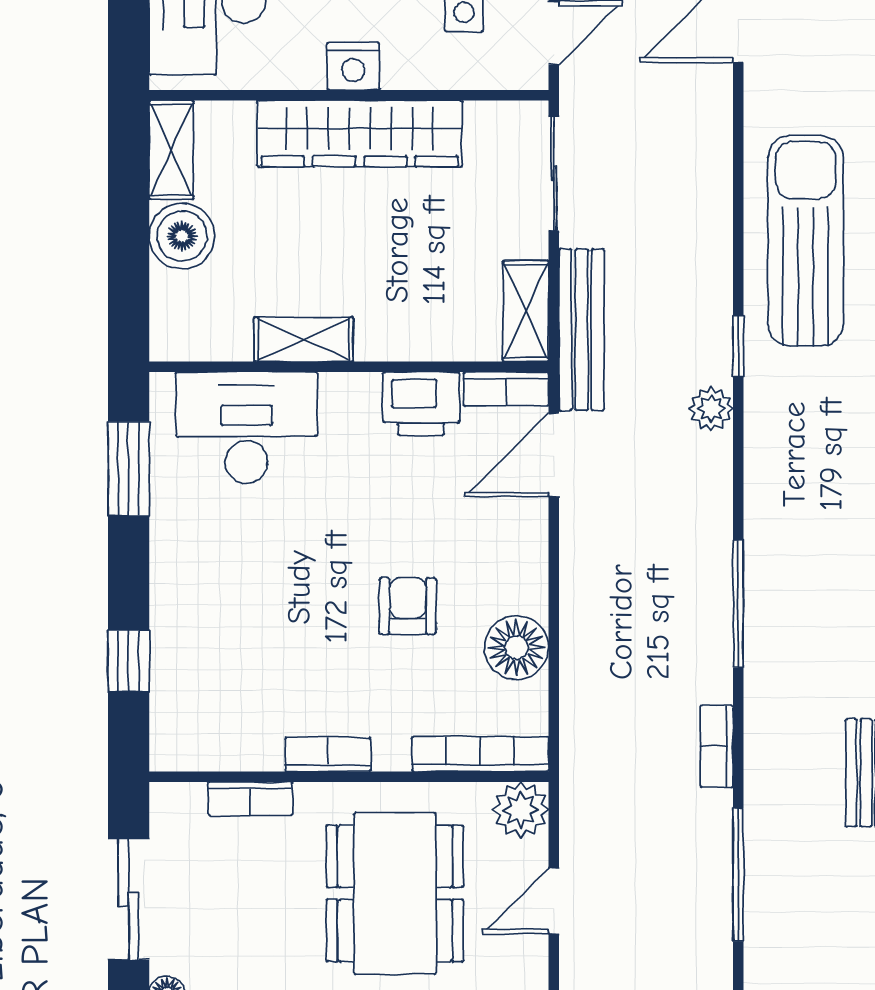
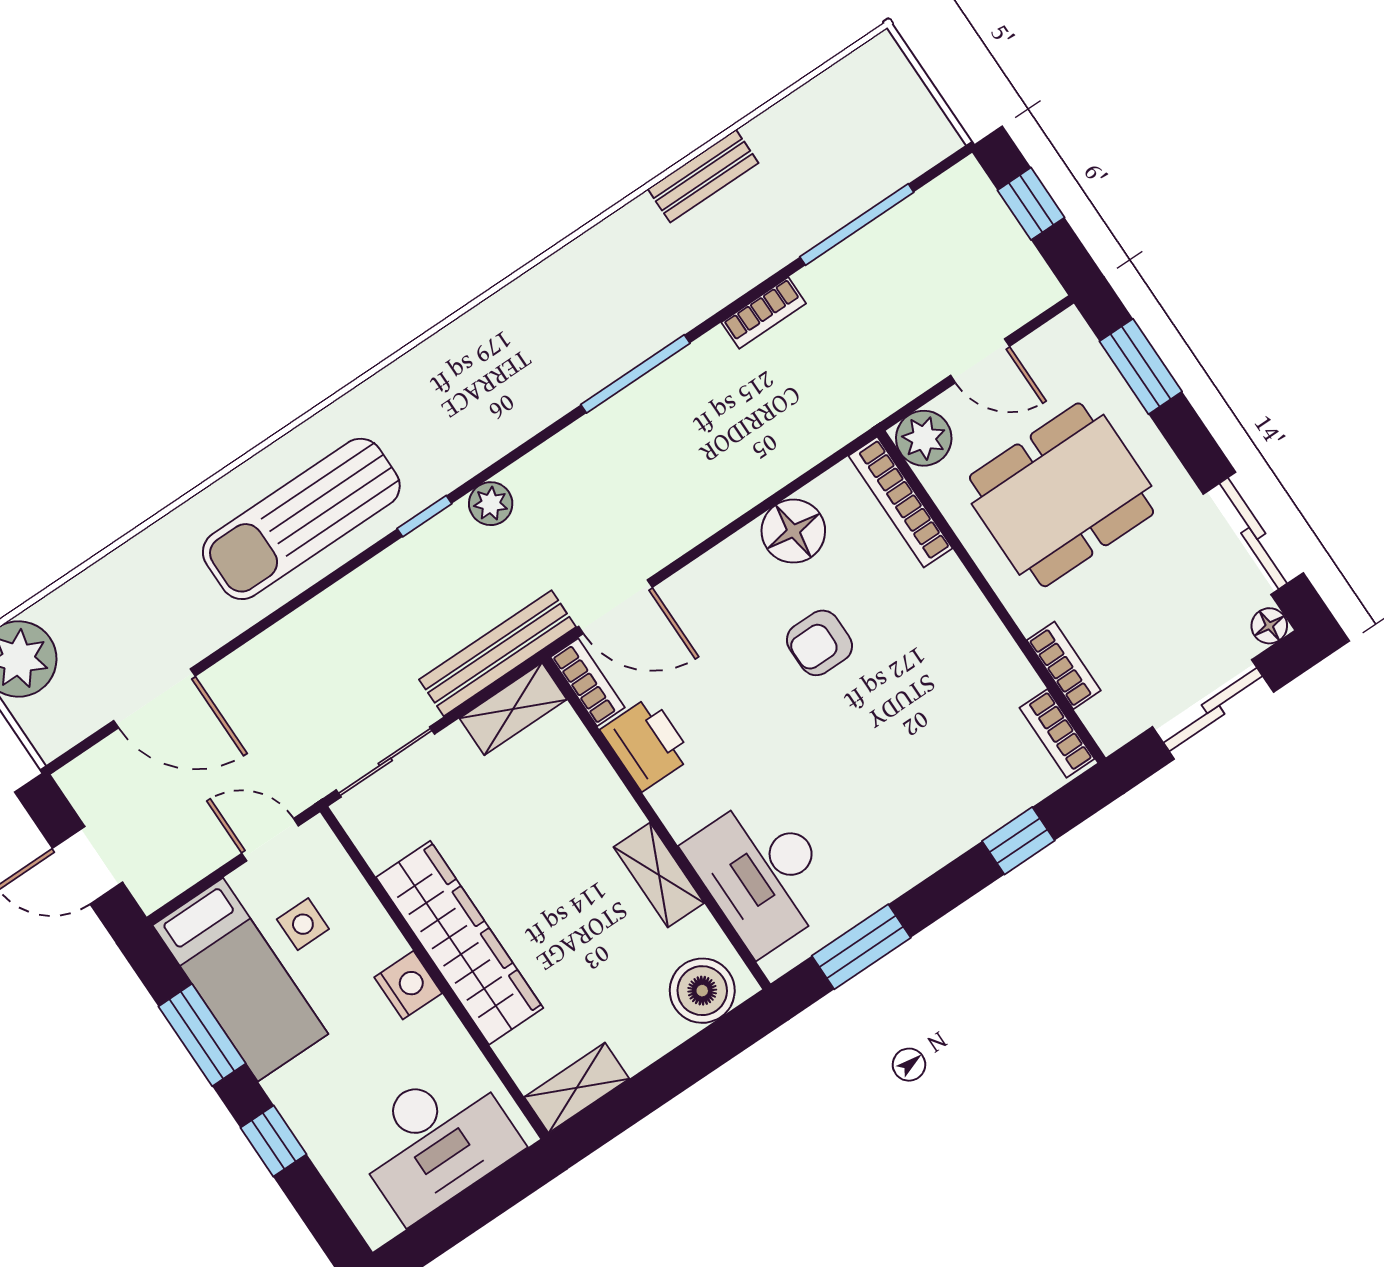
boiler: (182, 236) -> (702, 991), moved
bookcase: (328, 754) -> (1057, 733), moved

